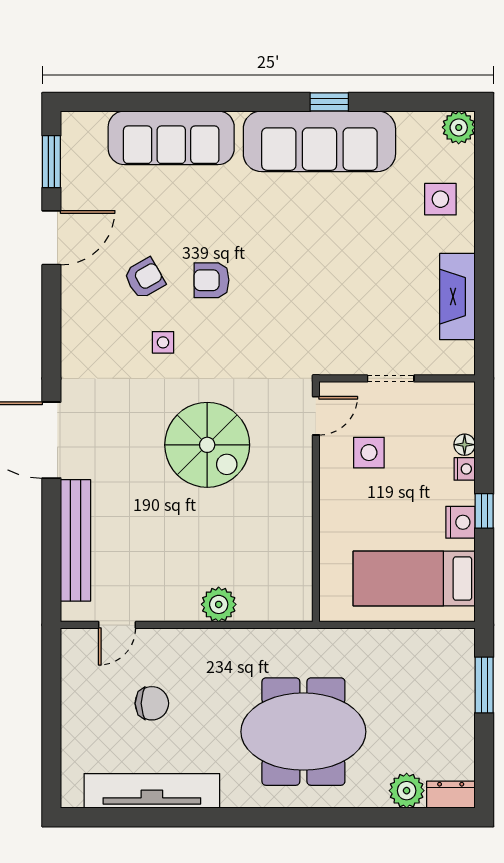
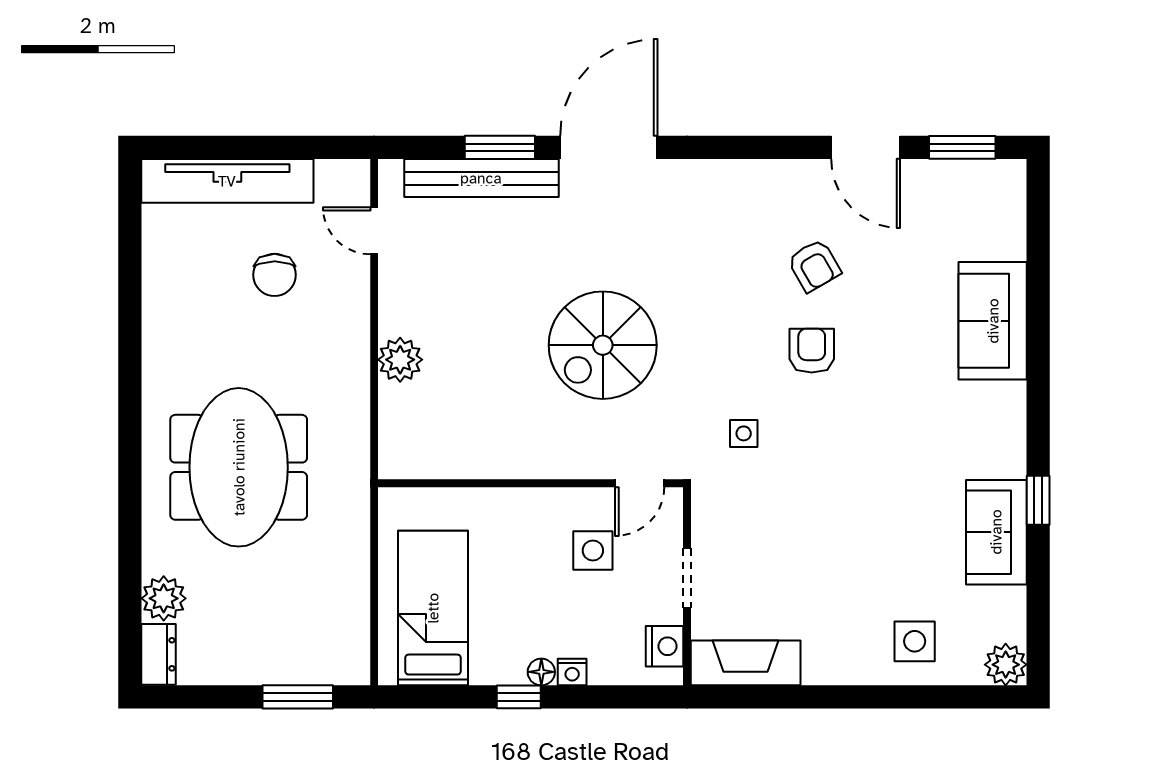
sofa: (171, 138) -> (993, 321), width x0.73
sofa: (319, 141) -> (996, 532), width x0.54, depth x0.79
fireplace: (457, 297) -> (746, 663), moved
side table: (163, 342) -> (744, 433), moved
door: (316, 416) -> (640, 483), hinge flipped
floor lamp: (465, 445) -> (541, 672), moved
nightstand: (461, 522) -> (665, 646), moved, turned -90
window: (51, 526) -> (500, 147), added
tv unit: (152, 791) -> (227, 181), moved, turned 90

